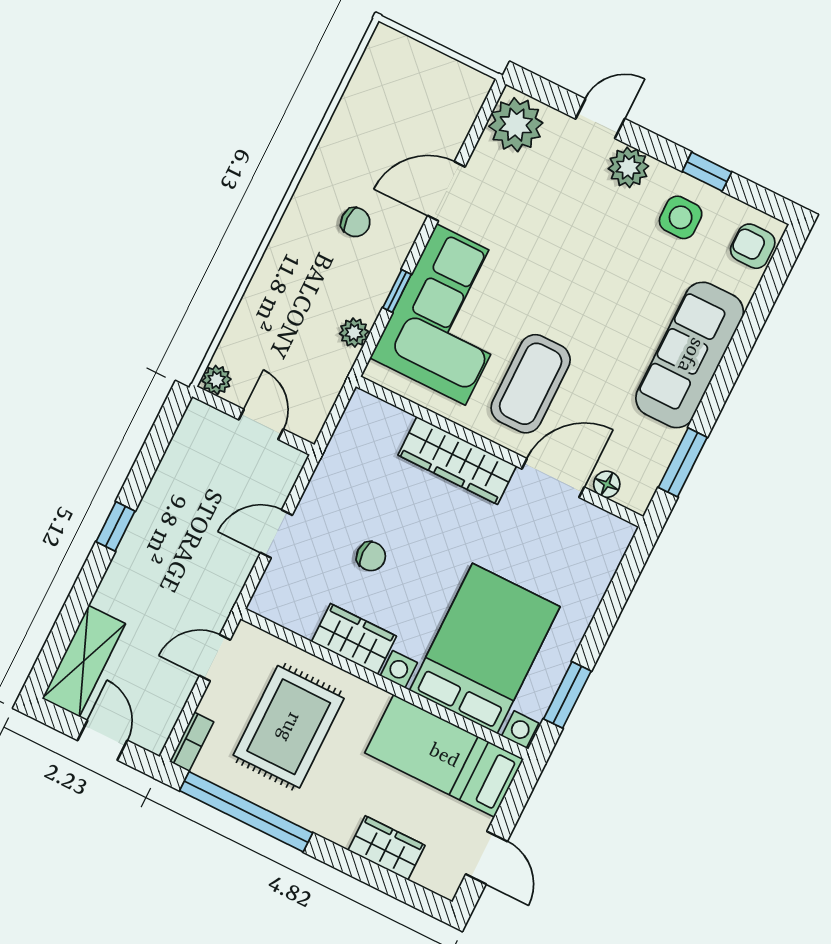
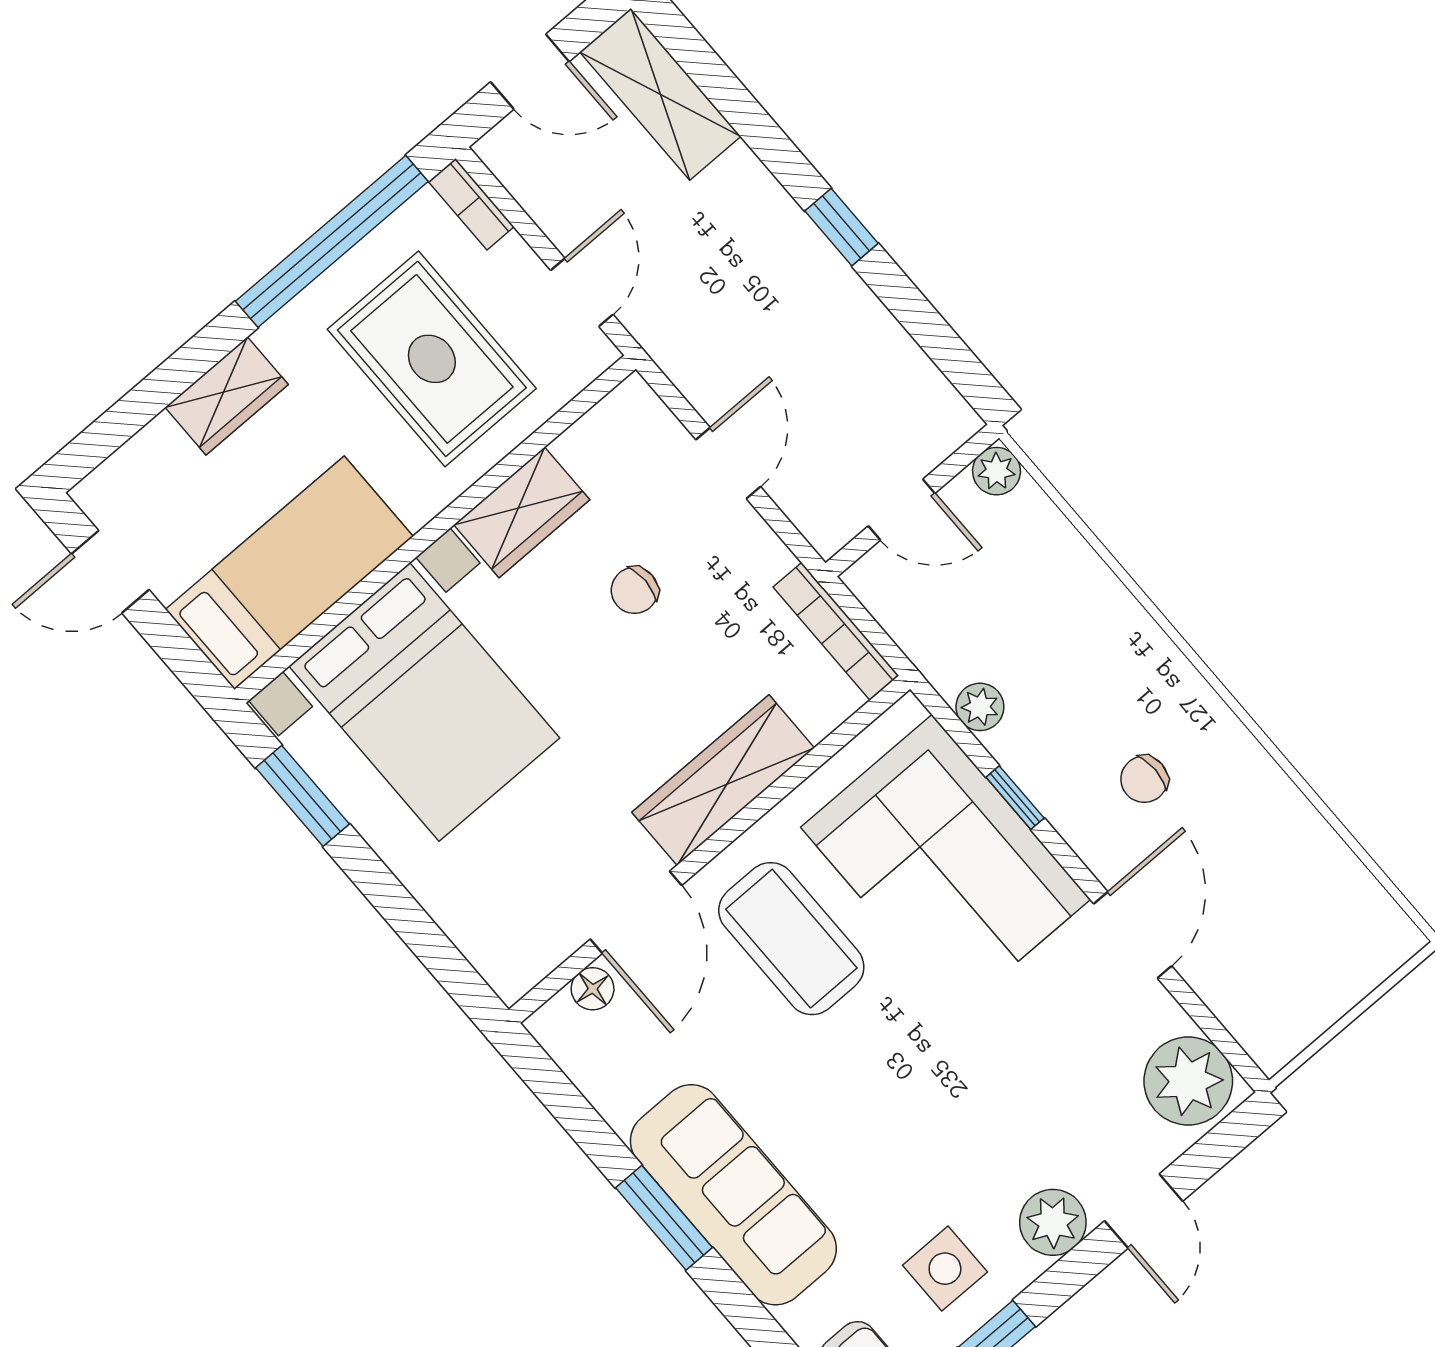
bookcase: (346, 432) -> (836, 631), added
window: (683, 462) -> (664, 1218), moved
wardrobe: (387, 848) -> (227, 396), moved

